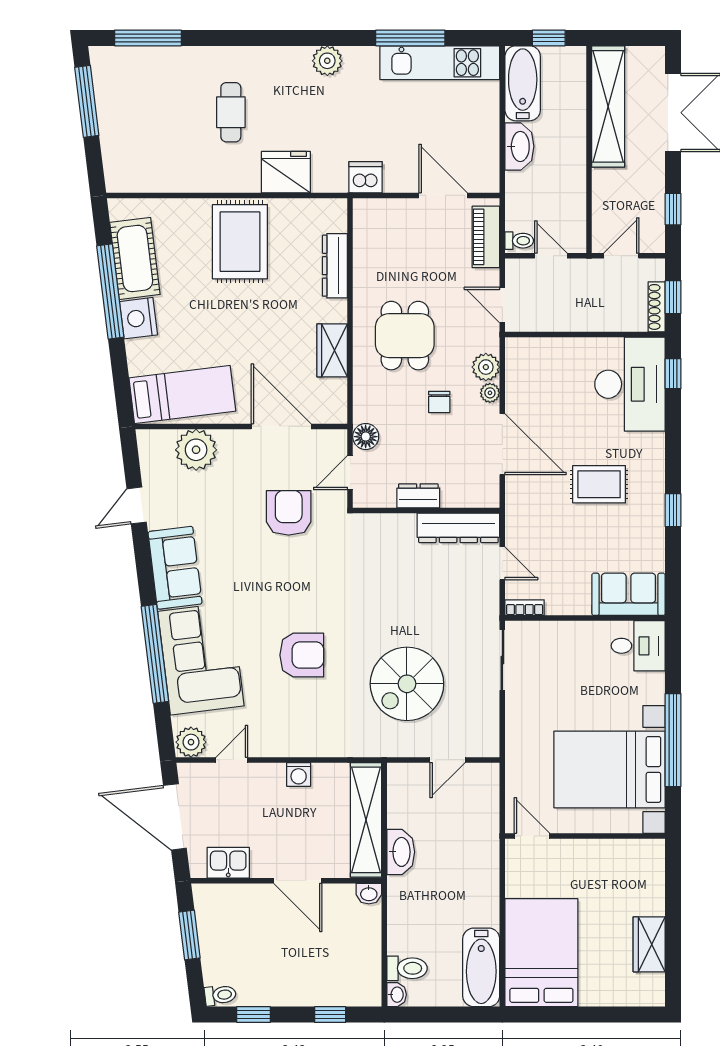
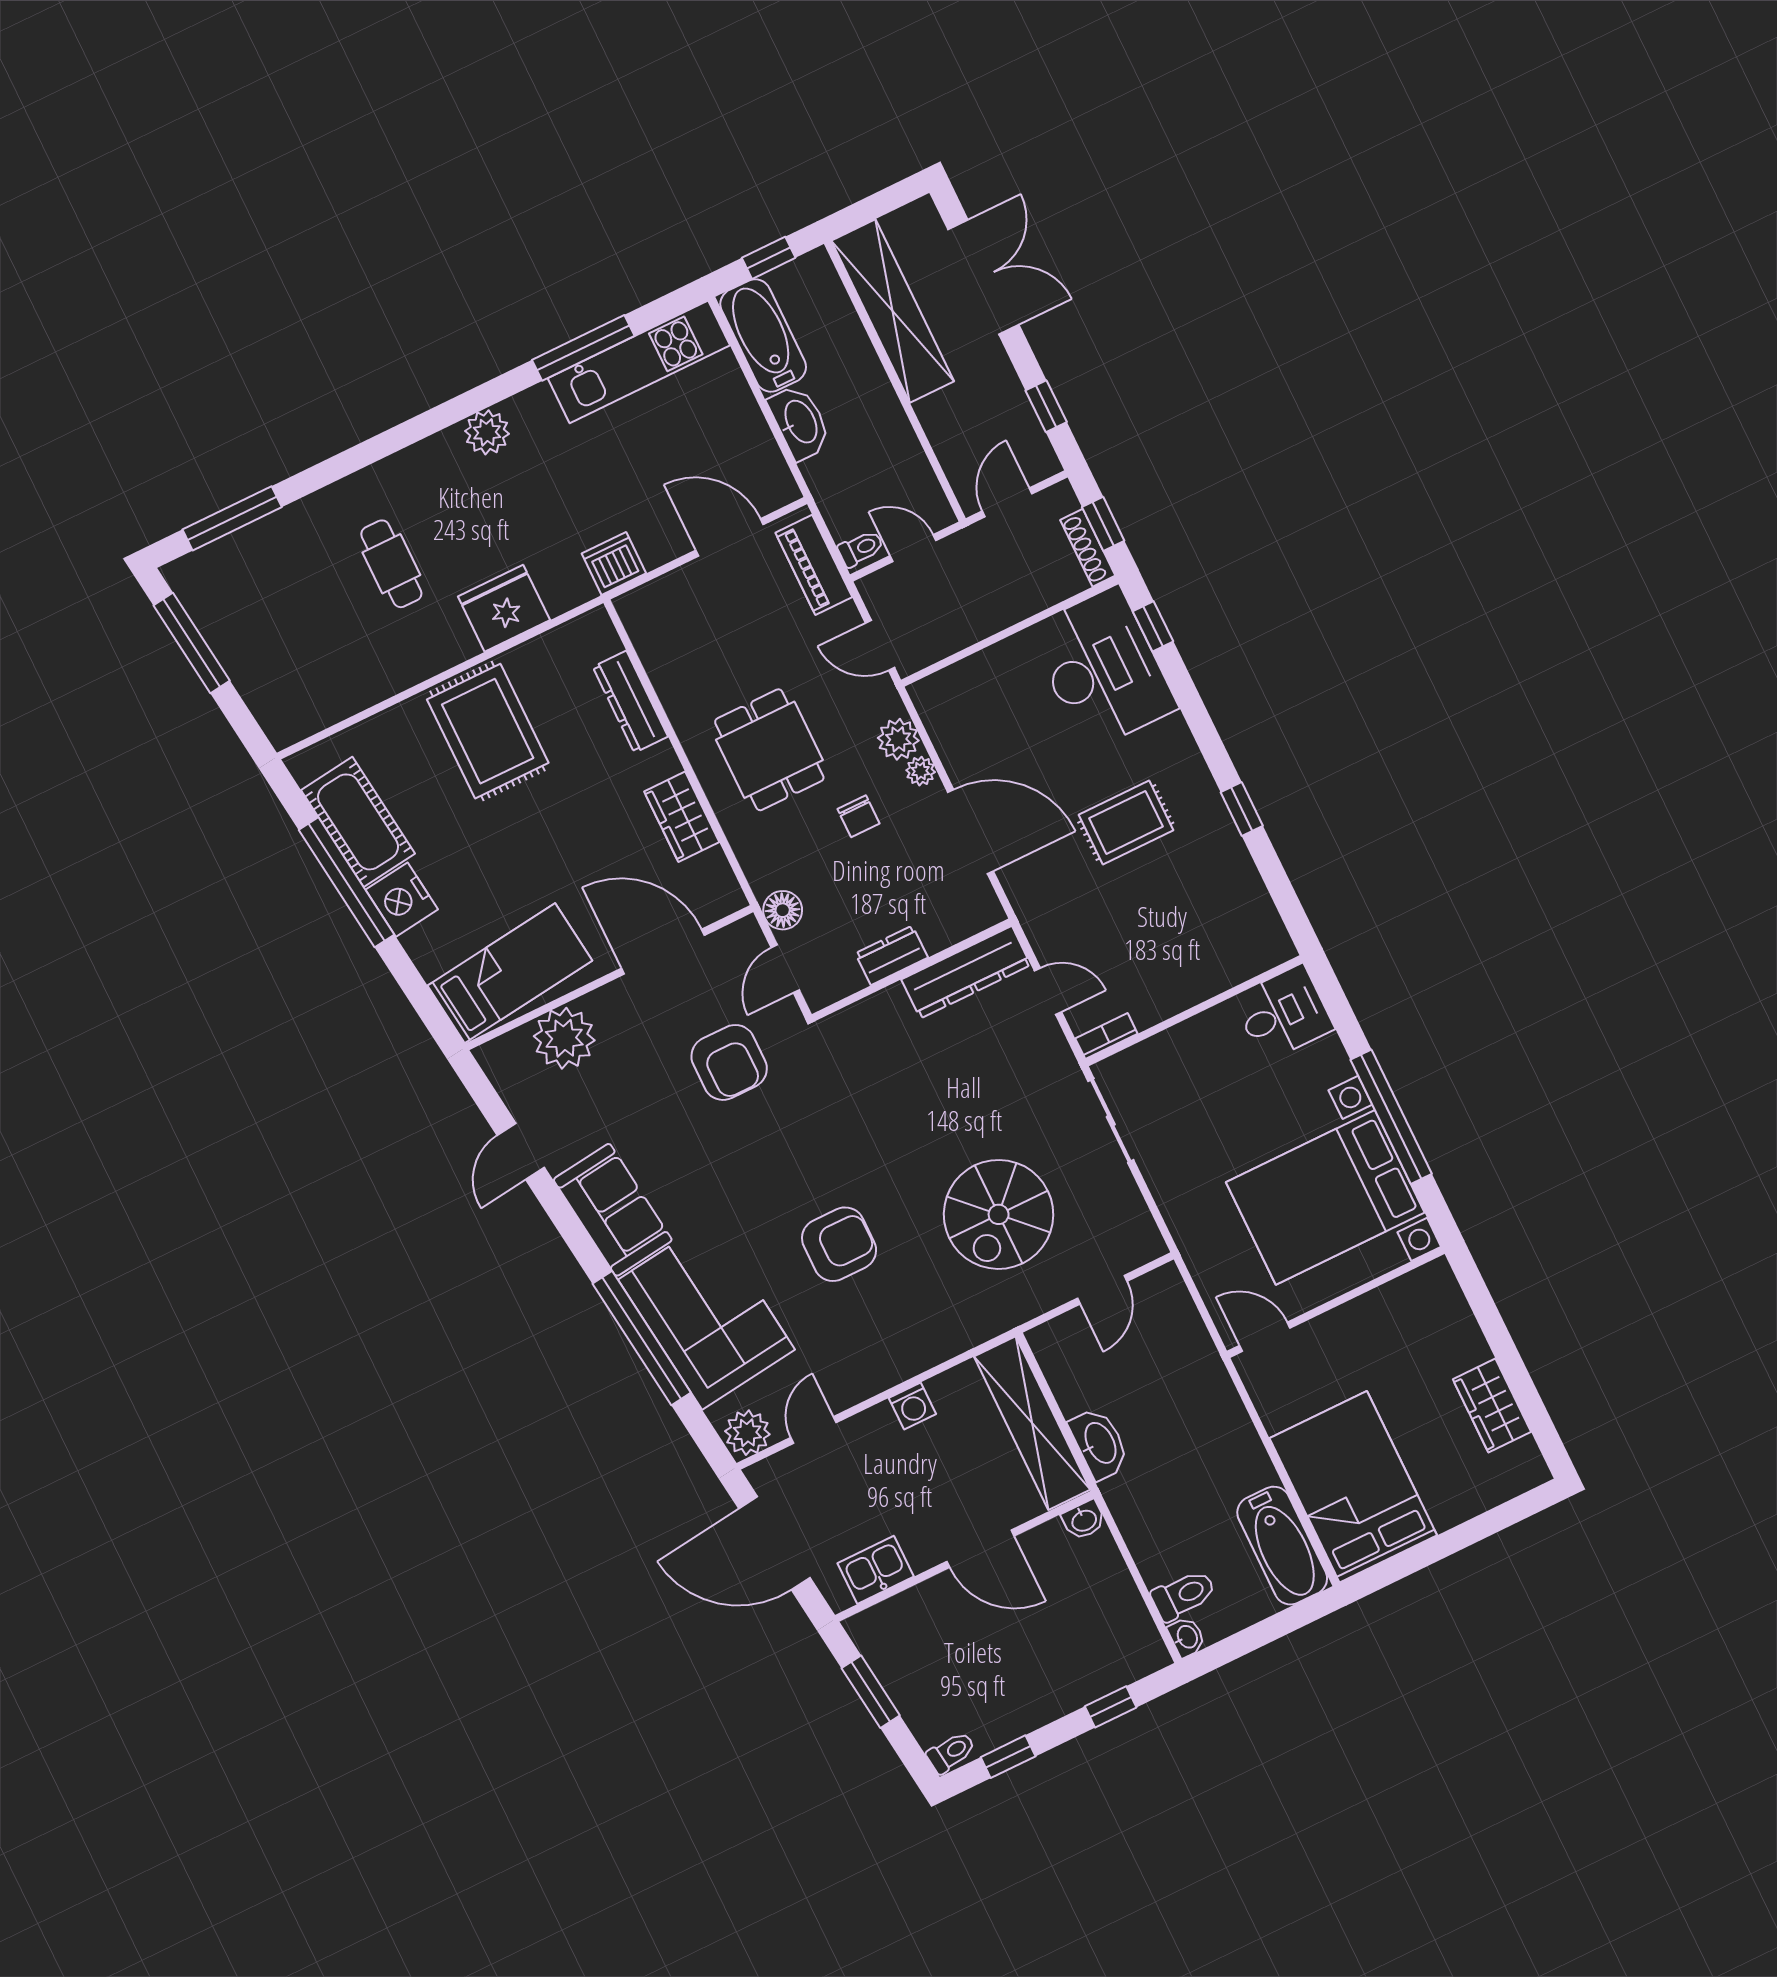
armchair: (289, 513) -> (729, 1062), turned 180
sofa: (628, 594) -> (1237, 951), removed

